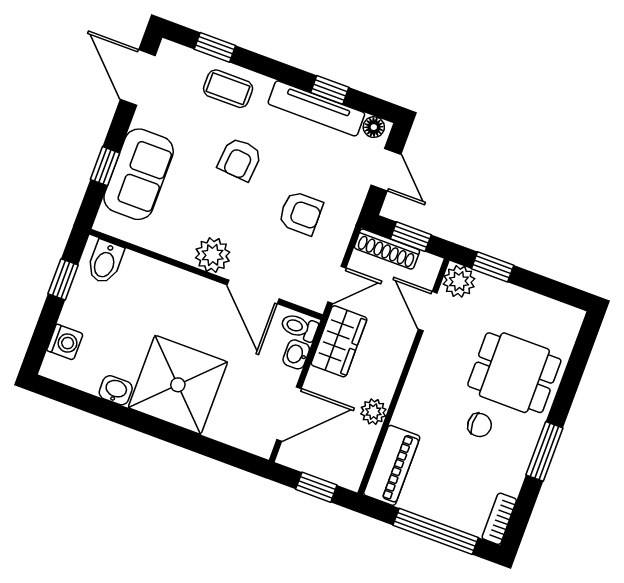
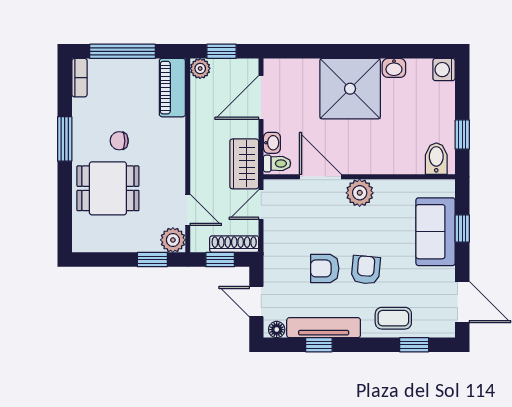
armchair: (301, 213) -> (325, 268), moved
washing machine: (65, 342) -> (444, 70), moved
plant: (373, 412) -> (200, 68), moved

